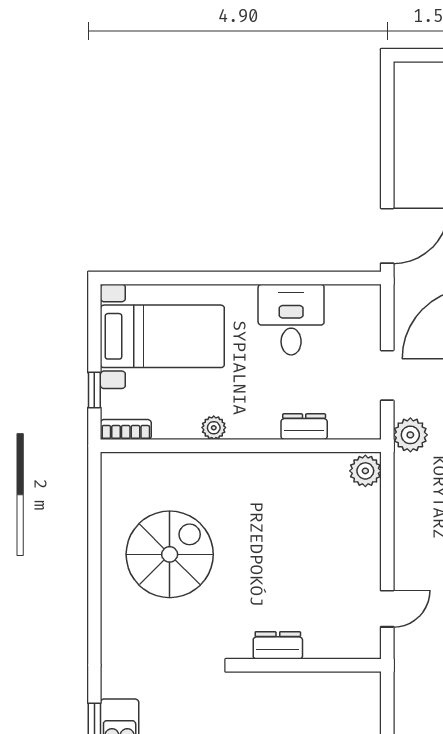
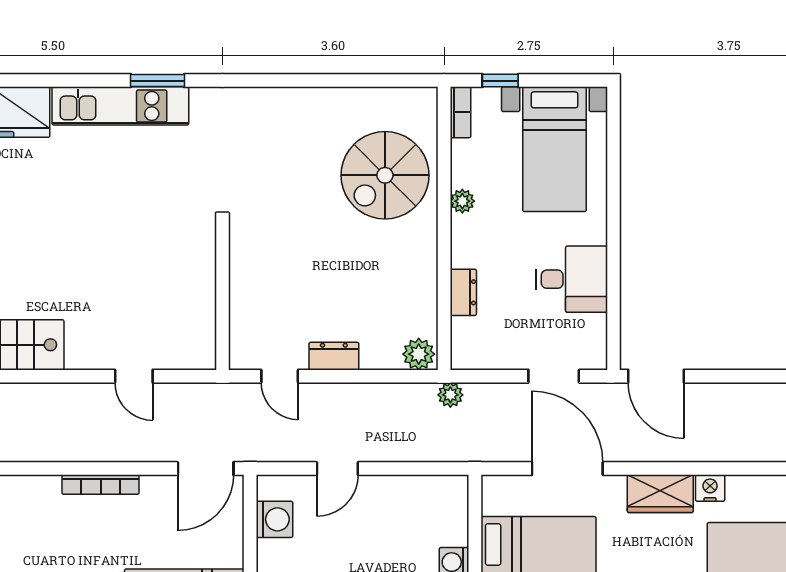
doorway: (387, 375) -> (554, 376), moved
plant: (410, 435) -> (450, 395), width x0.73, depth x0.73
spiral stairs: (170, 554) -> (385, 175), moved, turned 90
dresser: (278, 645) -> (334, 356), moved, turned -90

